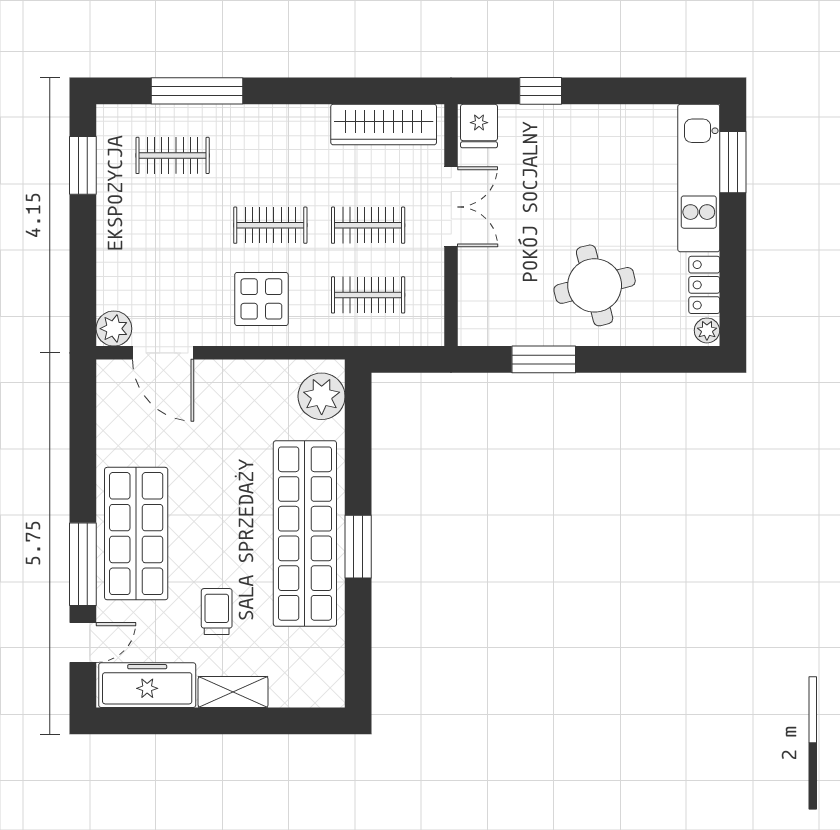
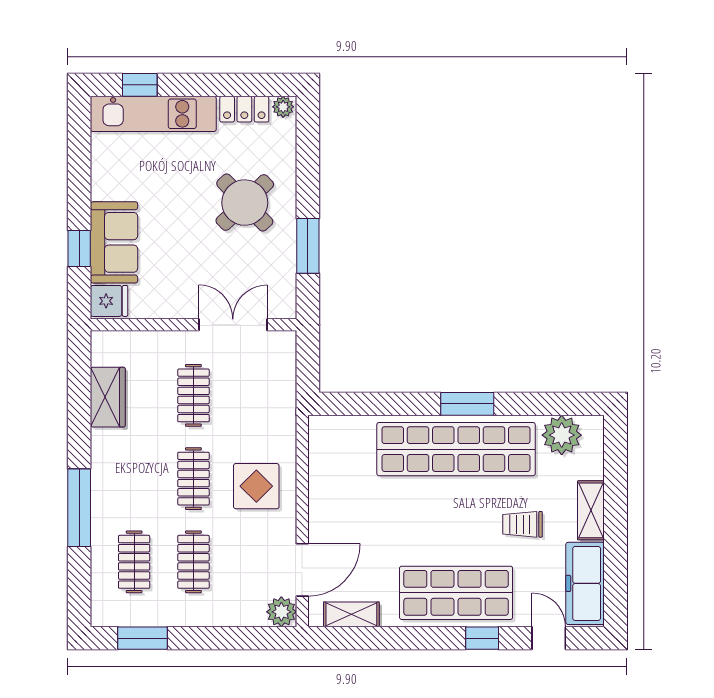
window: (197, 91) -> (79, 508), moved
wardrobe: (384, 125) -> (108, 397), width x0.67
sofa: (548, 132) -> (114, 242), added
window: (733, 162) -> (140, 85), width x0.67
double door: (451, 207) -> (233, 325), moved
round table: (595, 285) -> (245, 203), turned -30
clothes rail: (368, 295) -> (193, 562), moved
plant: (322, 396) -> (562, 435), moved
shelving: (111, 411) -> (351, 614), added
window: (83, 564) -> (482, 638), width x0.46

